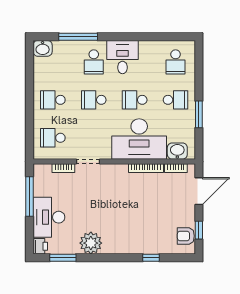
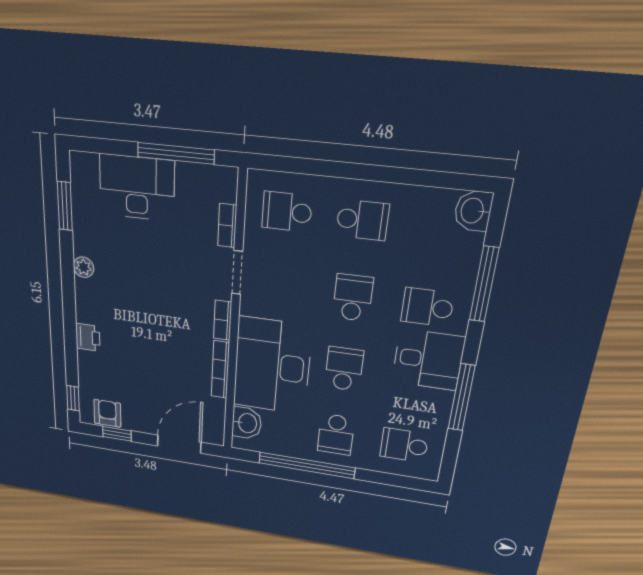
window: (141, 37) -> (462, 398), added
school desk: (53, 100) -> (362, 220), turned 90
window: (199, 114) -> (307, 465), width x2.11
school desk: (53, 138) -> (287, 212), turned -90
bookcase: (176, 168) -> (223, 320), moved
door: (199, 191) -> (179, 444), swing flipped
plant: (91, 243) -> (84, 267), width x0.53, depth x0.53
printer: (40, 246) -> (88, 337), moved, turned -90
window: (151, 258) -> (73, 398), moved

